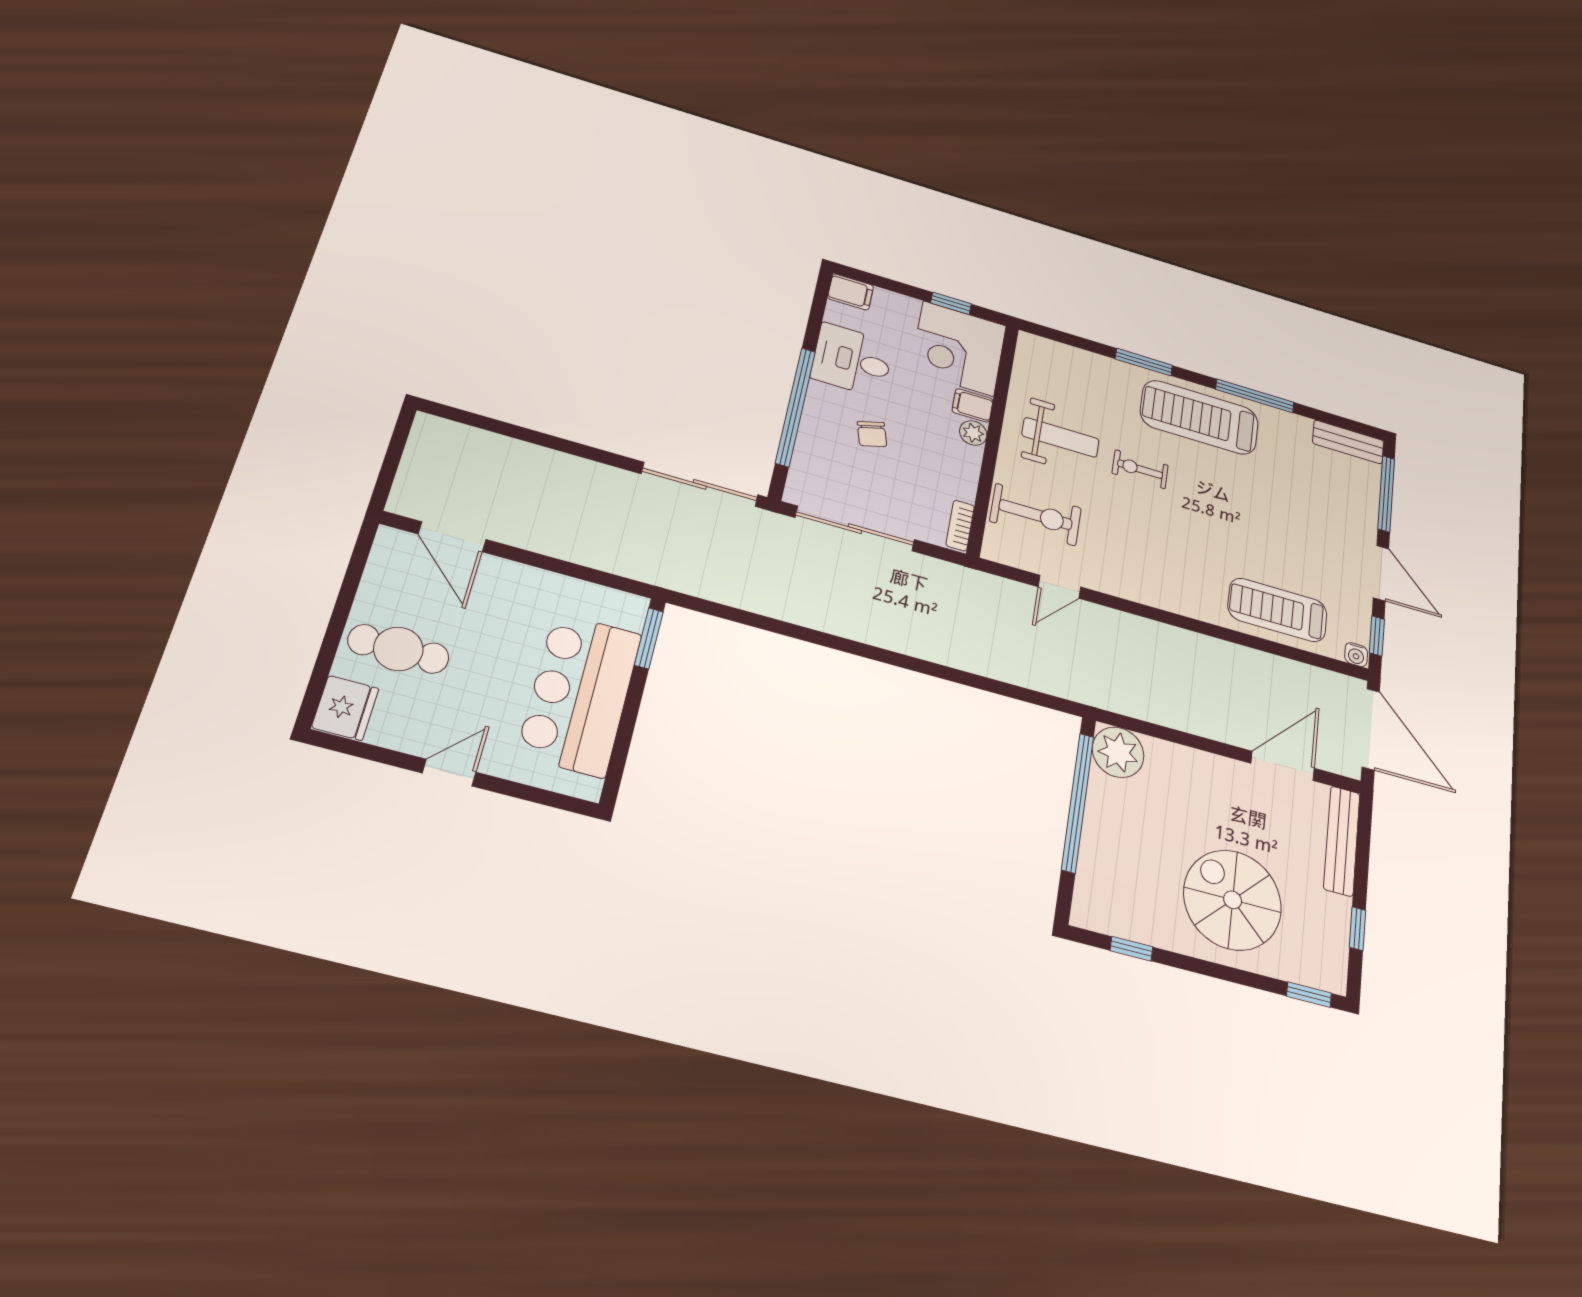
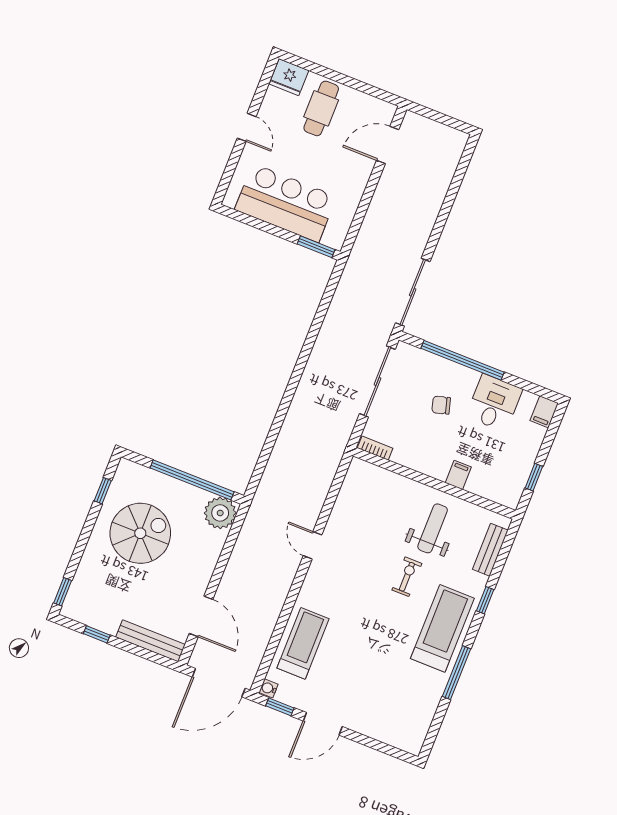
corner desk: (958, 348) -> (500, 475), removed
window: (1144, 362) -> (485, 600), width x0.67
plant: (973, 433) -> (439, 471), removed
weight bench: (1060, 437) -> (433, 528), turned 180
bench: (1348, 442) -> (490, 550), moved
window: (1386, 494) -> (379, 746), removed
exercise bike: (1036, 515) -> (379, 499), removed
door: (1059, 587) -> (313, 545), moved
spiral stairs: (1233, 900) -> (140, 533), moved

